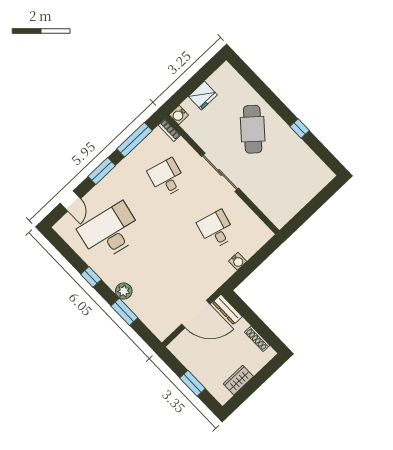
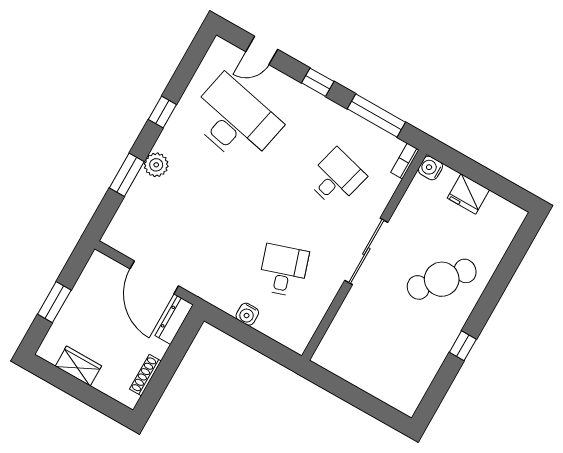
window: (102, 171) -> (318, 82), width x0.67
desk: (216, 229) -> (283, 270), turned -33

